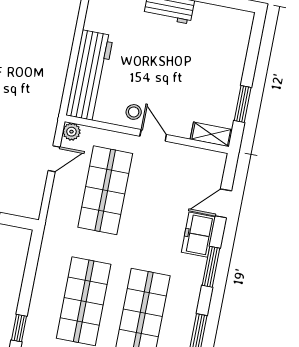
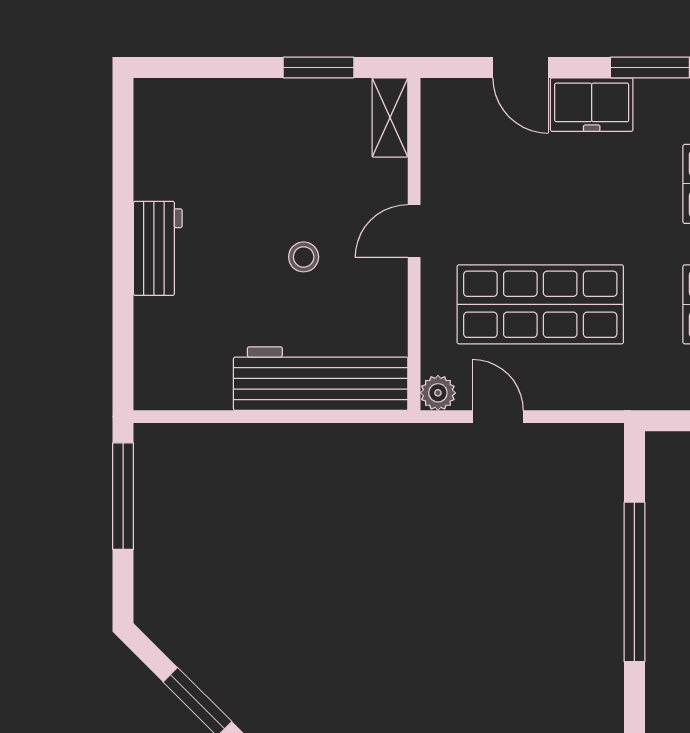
stool: (134, 112) -> (304, 257), moved

